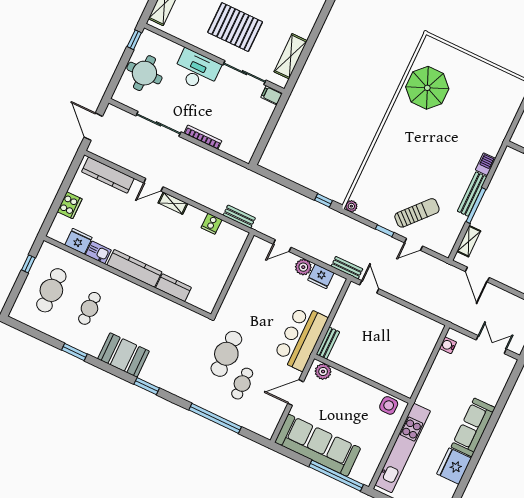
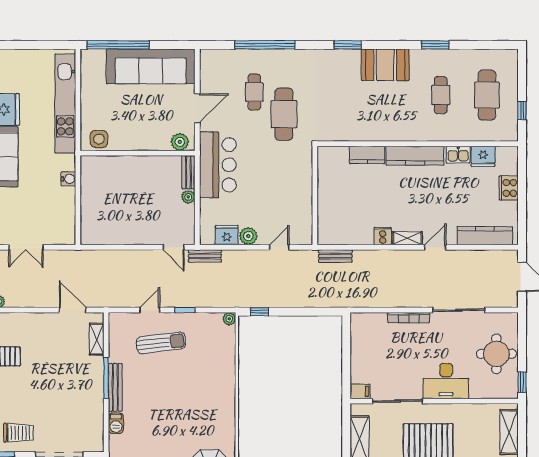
sun lounger: (417, 213) -> (161, 343), turned -139
cooker: (211, 224) -> (383, 236), moved
plant: (338, 323) -> (188, 197), added
water cooler: (448, 345) -> (68, 179), moved

